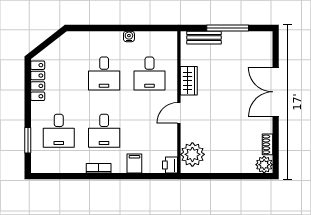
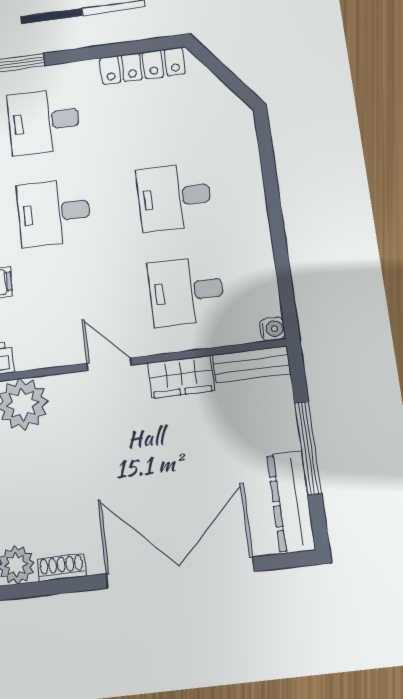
water cooler: (129, 36) -> (273, 329), moved
bench: (204, 38) -> (251, 364), moved, turned 90
dresser: (251, 39) -> (291, 502), added
double door: (276, 92) -> (180, 573), width x1.36

